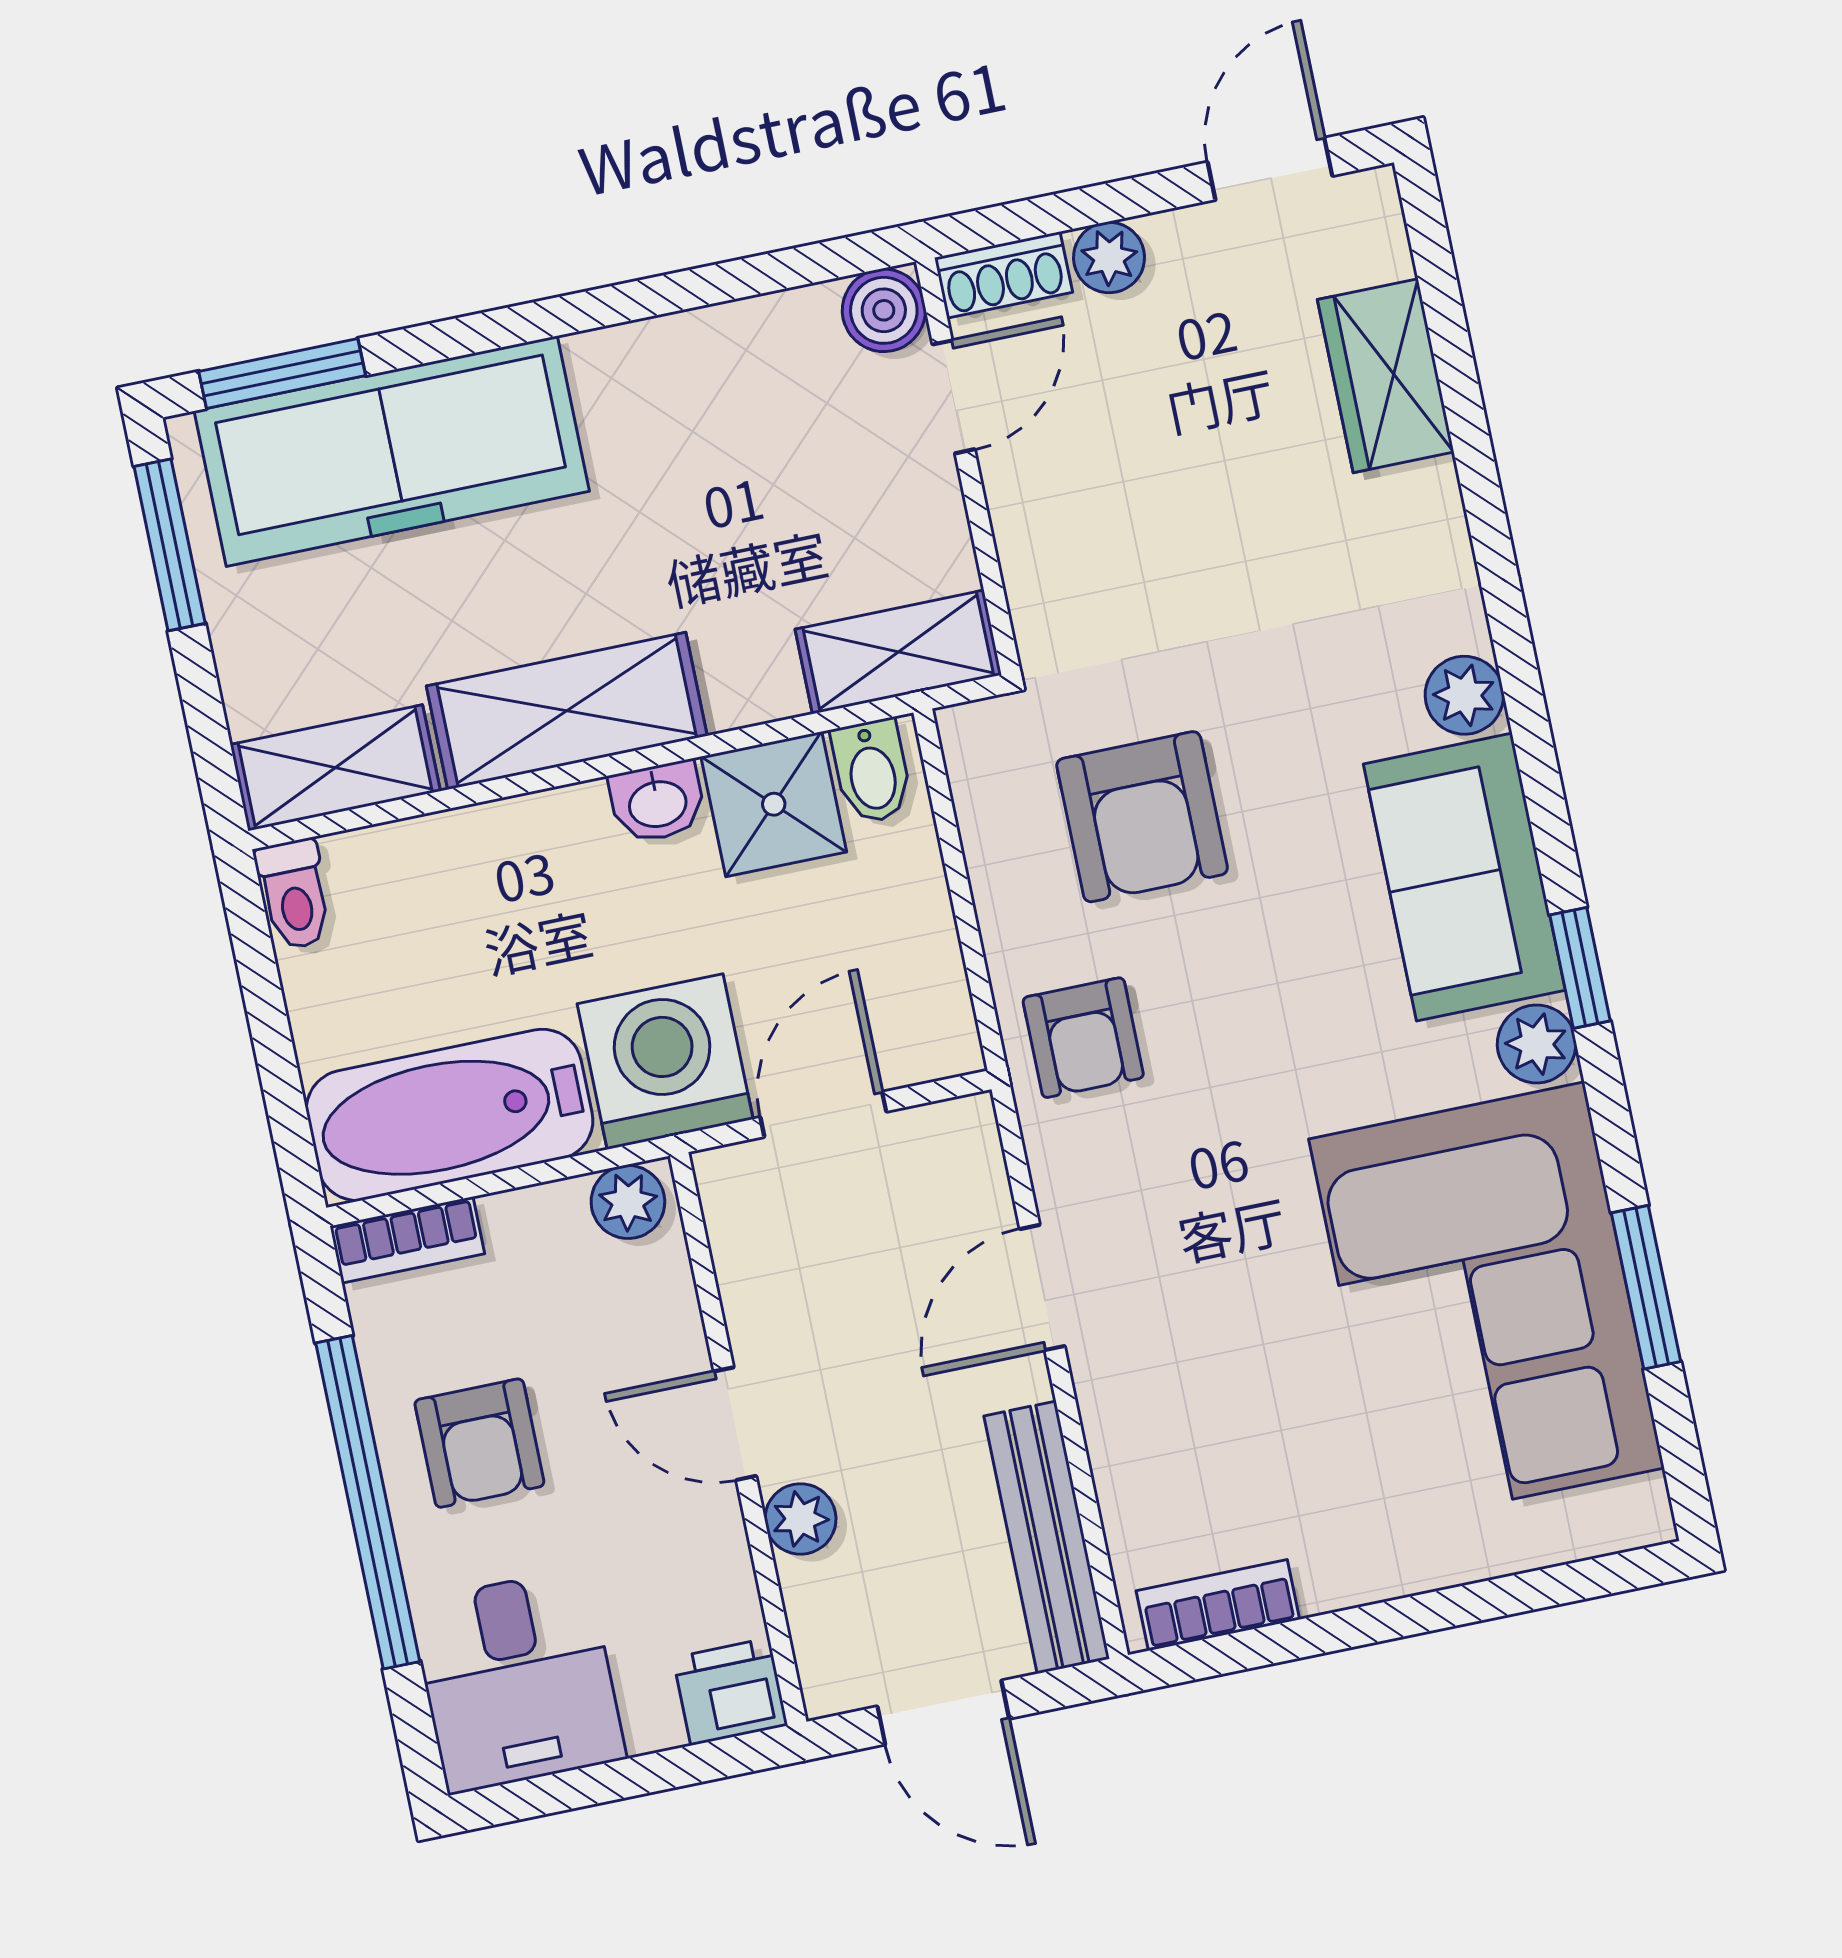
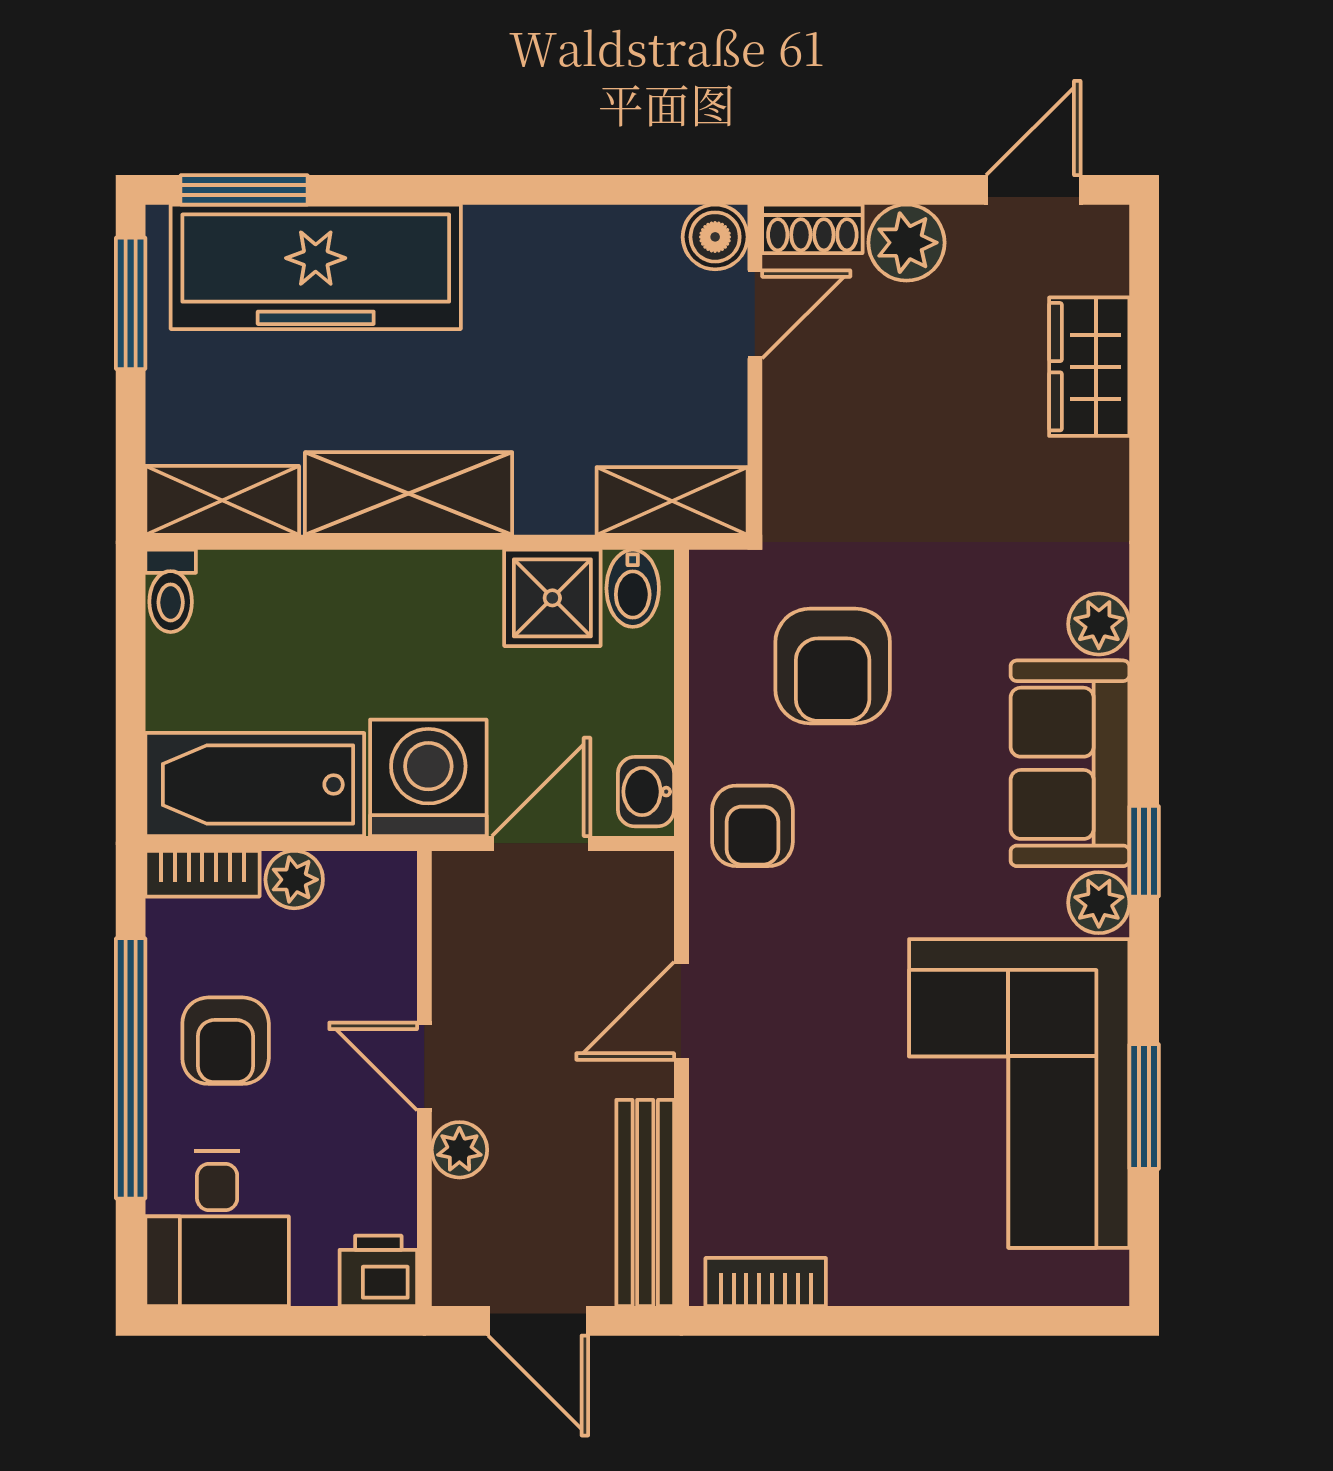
plant: (1109, 257) -> (906, 243), width x1.38, depth x1.38
washbasin: (657, 802) -> (646, 792), moved, turned 90
plant: (628, 1202) -> (294, 880), moved

